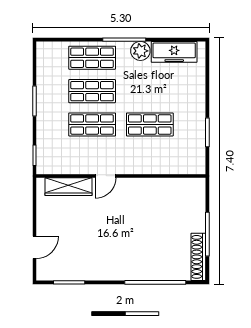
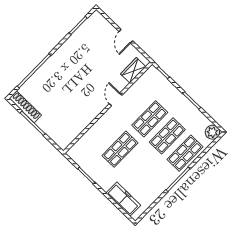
plant: (140, 51) -> (212, 132), moved
freezer: (174, 52) -> (123, 199), moved, turned 90
wardrobe: (69, 187) -> (133, 70), width x0.67
door: (34, 247) -> (126, 36), moved

